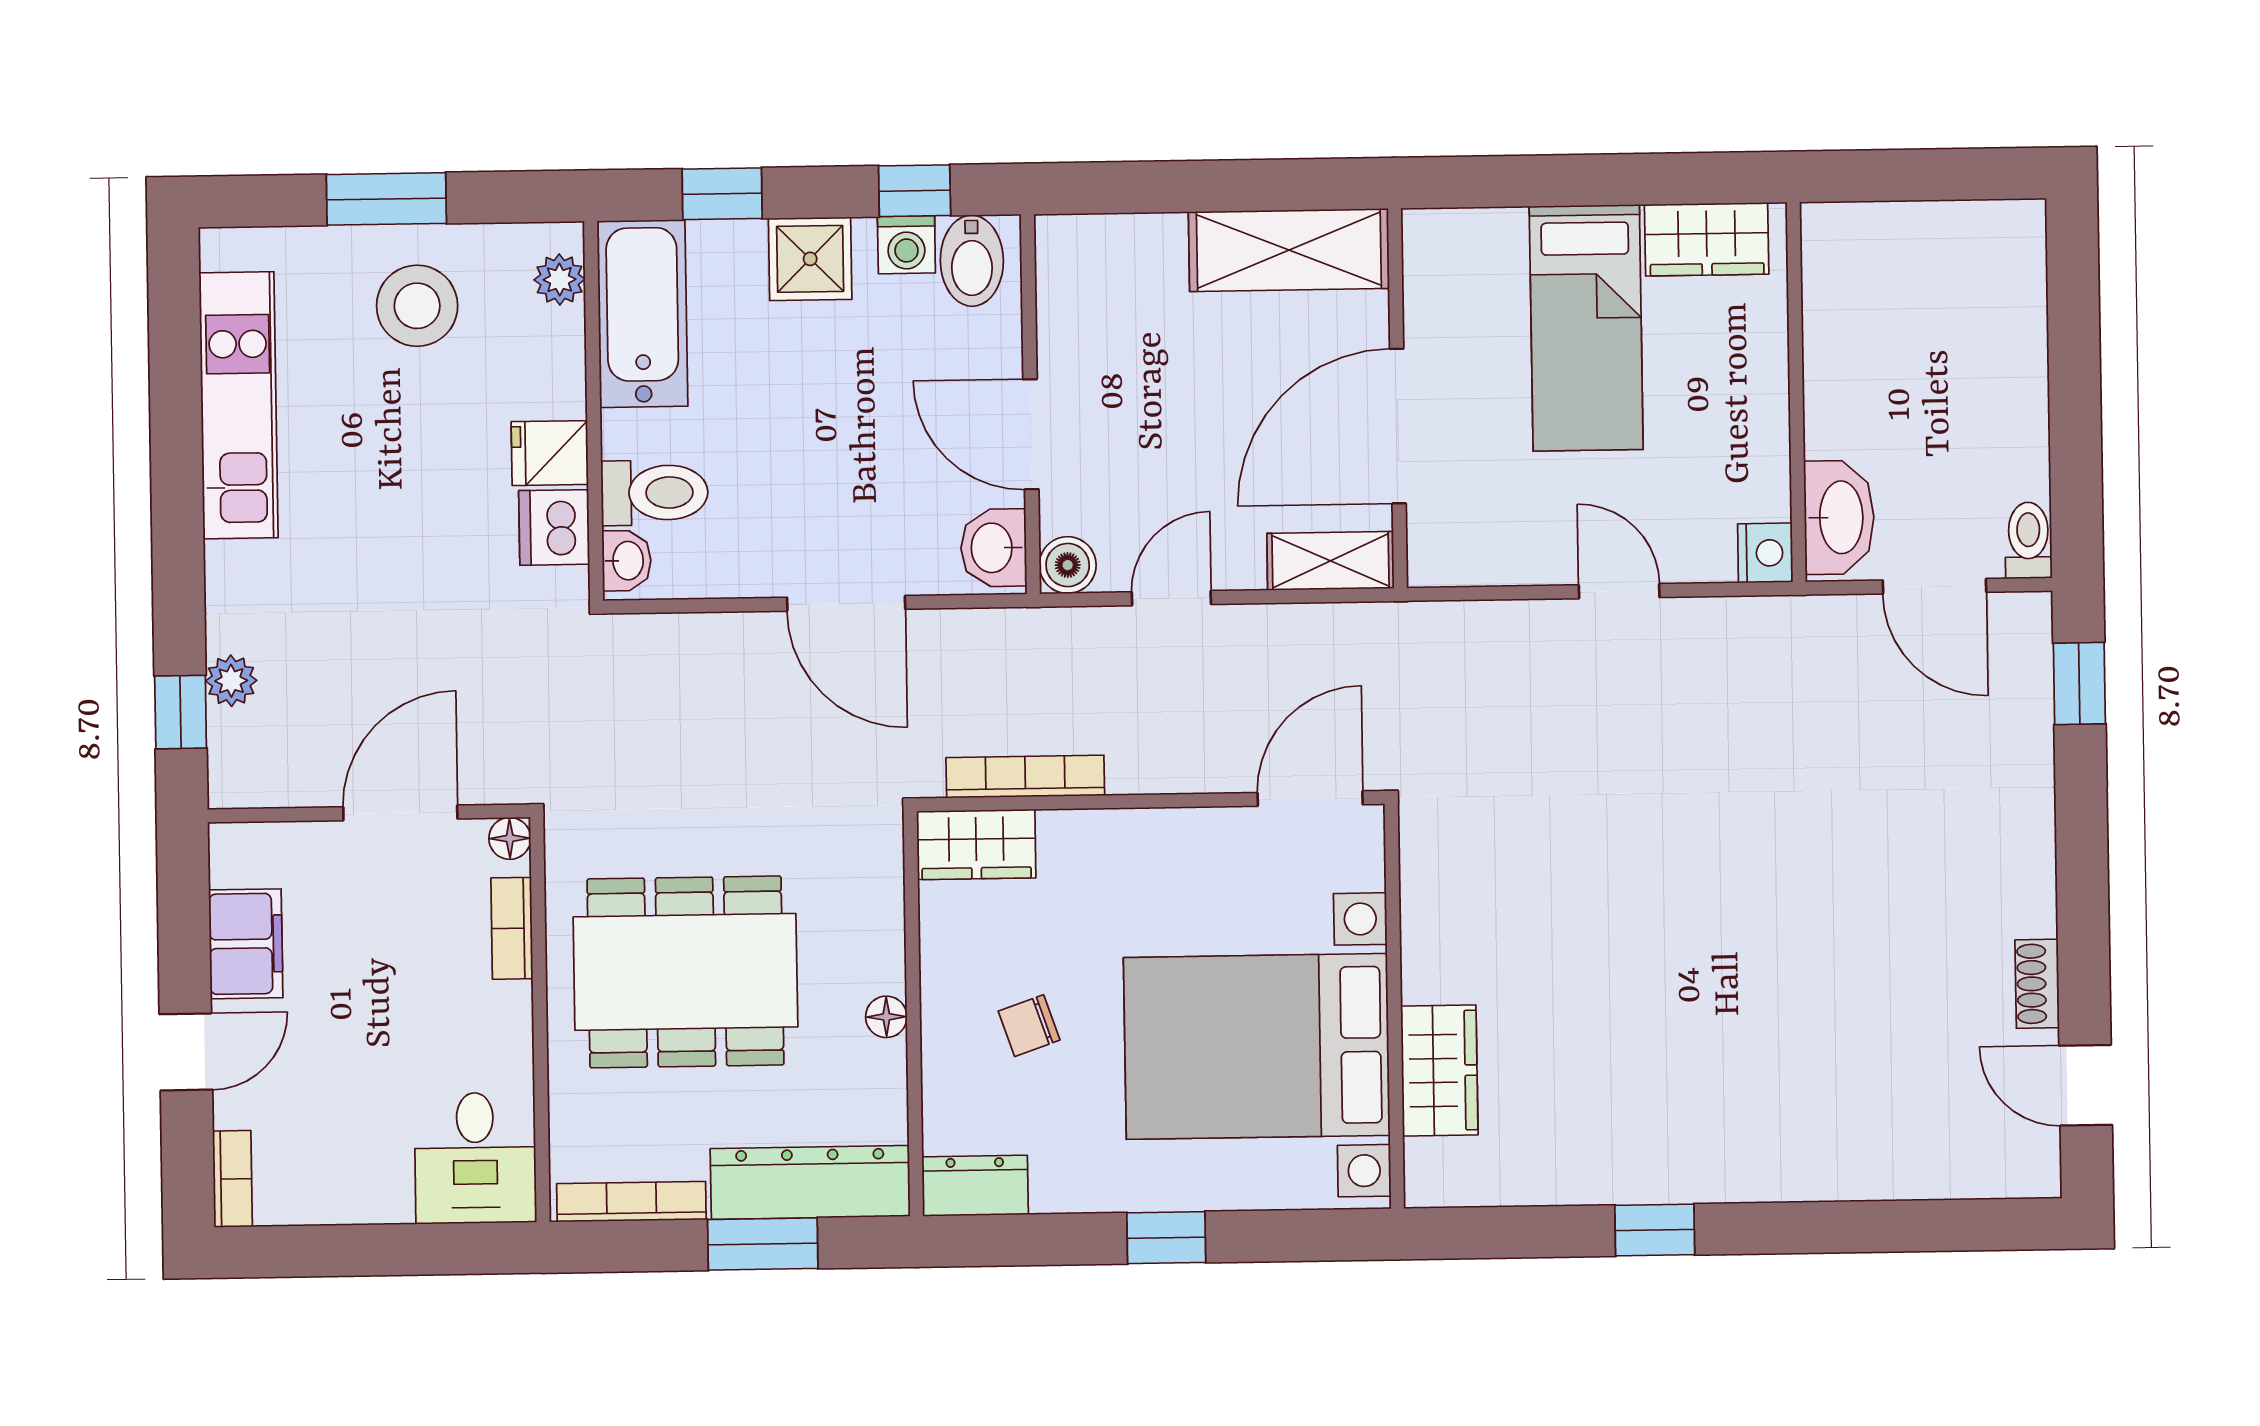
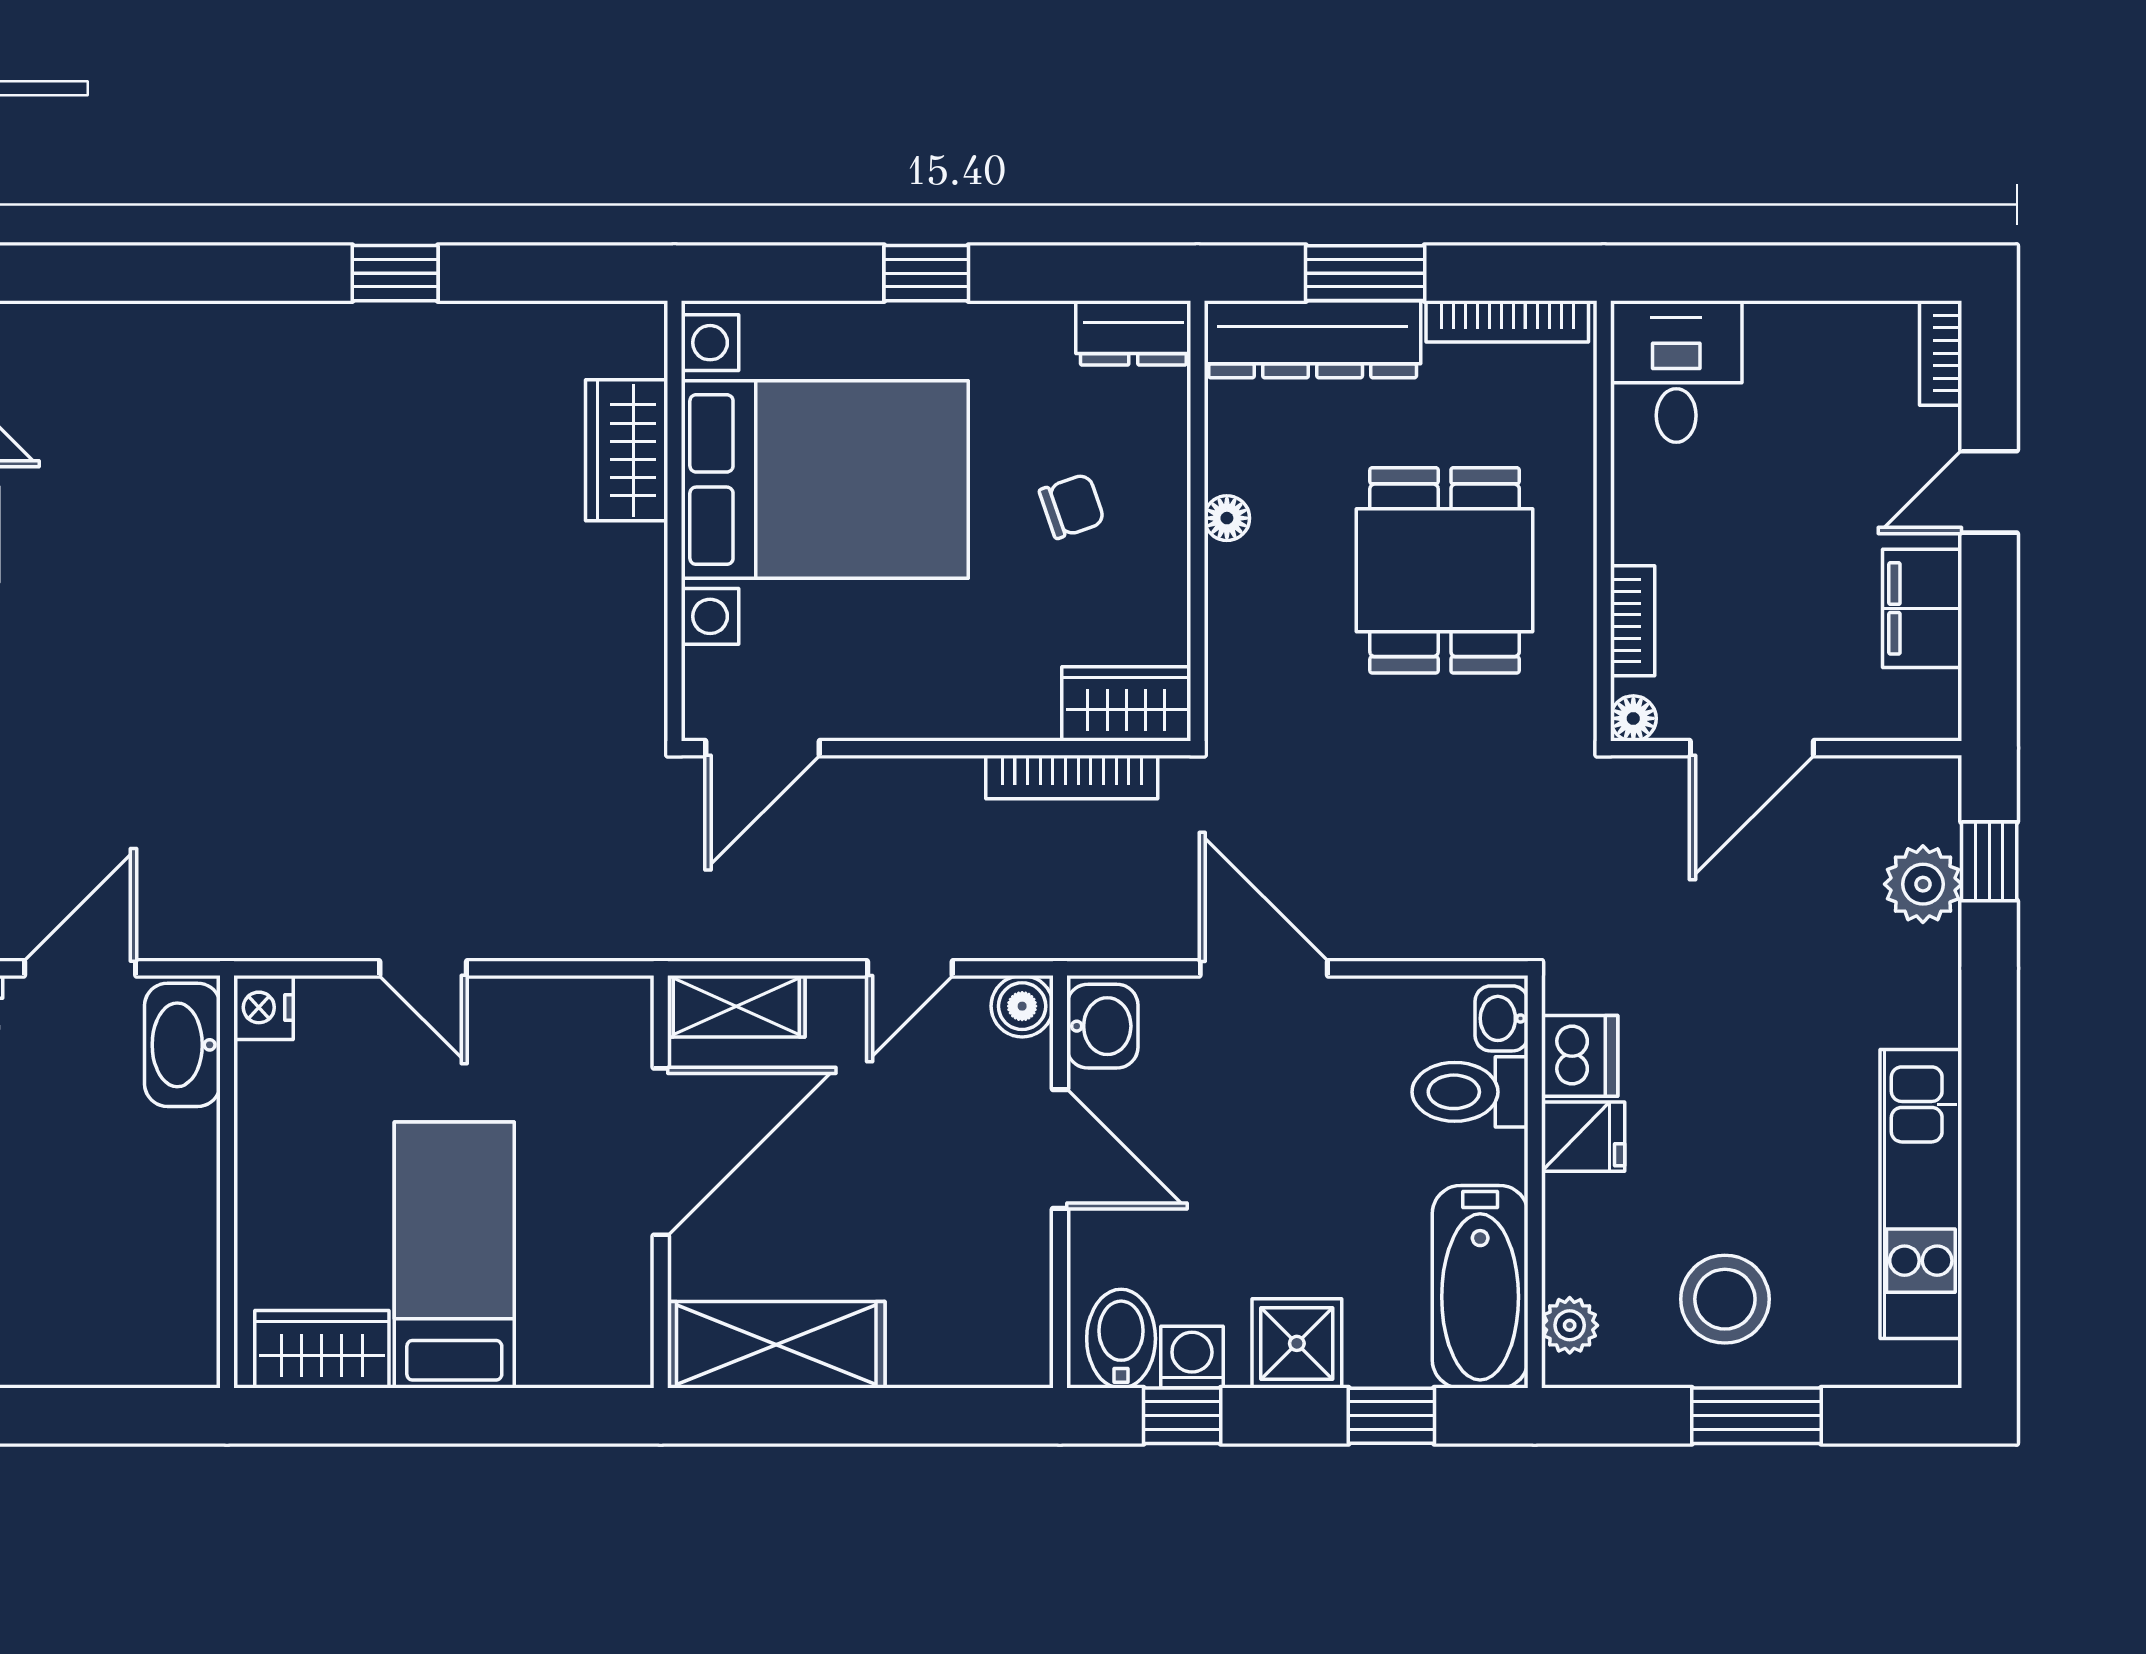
door: (1934, 586) -> (80, 968), hinge flipped
plant: (231, 681) -> (1923, 884), width x1.38, depth x1.38
dining table: (685, 972) -> (1445, 570), width x0.73

